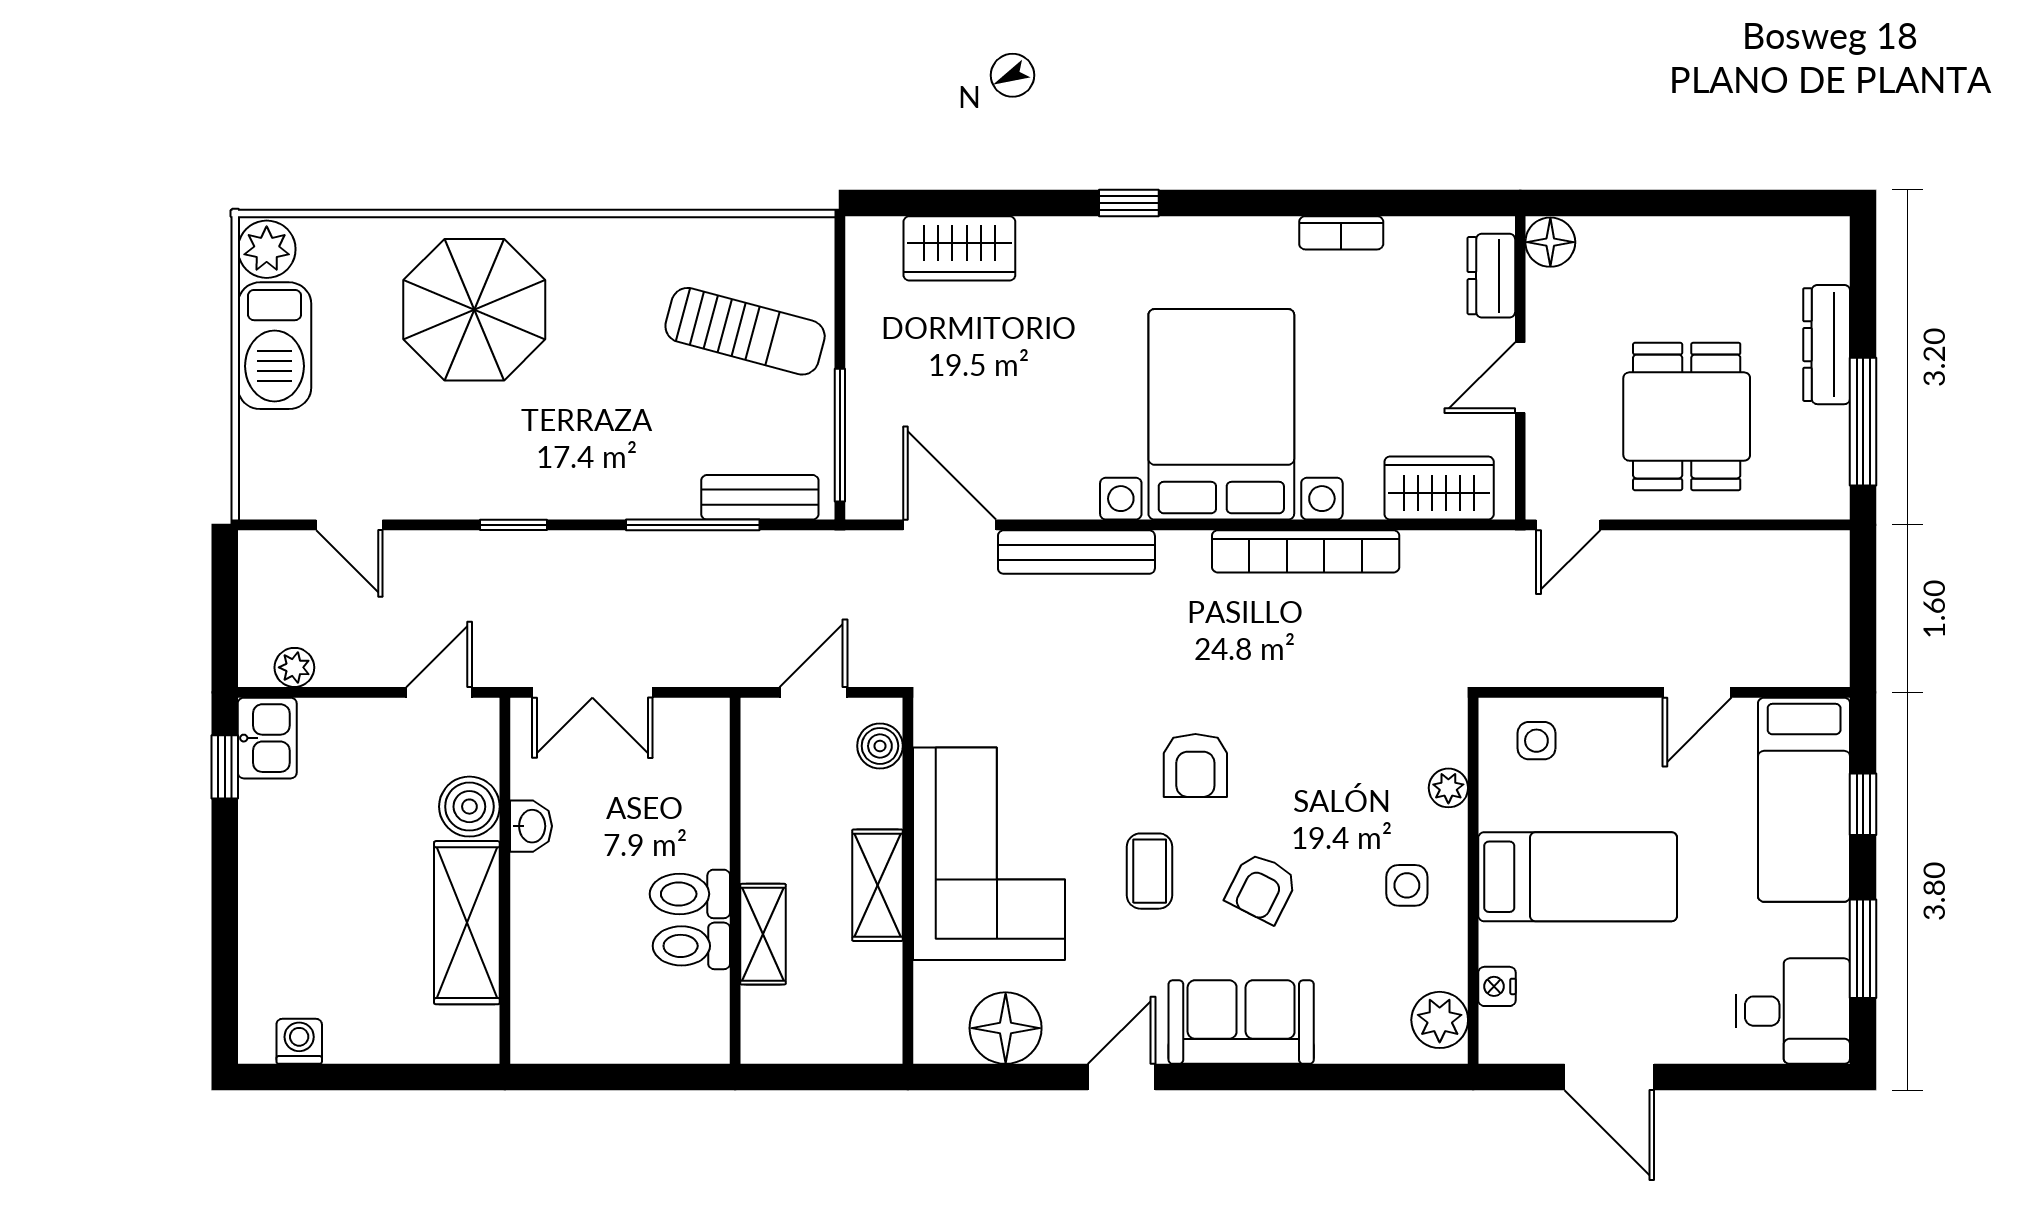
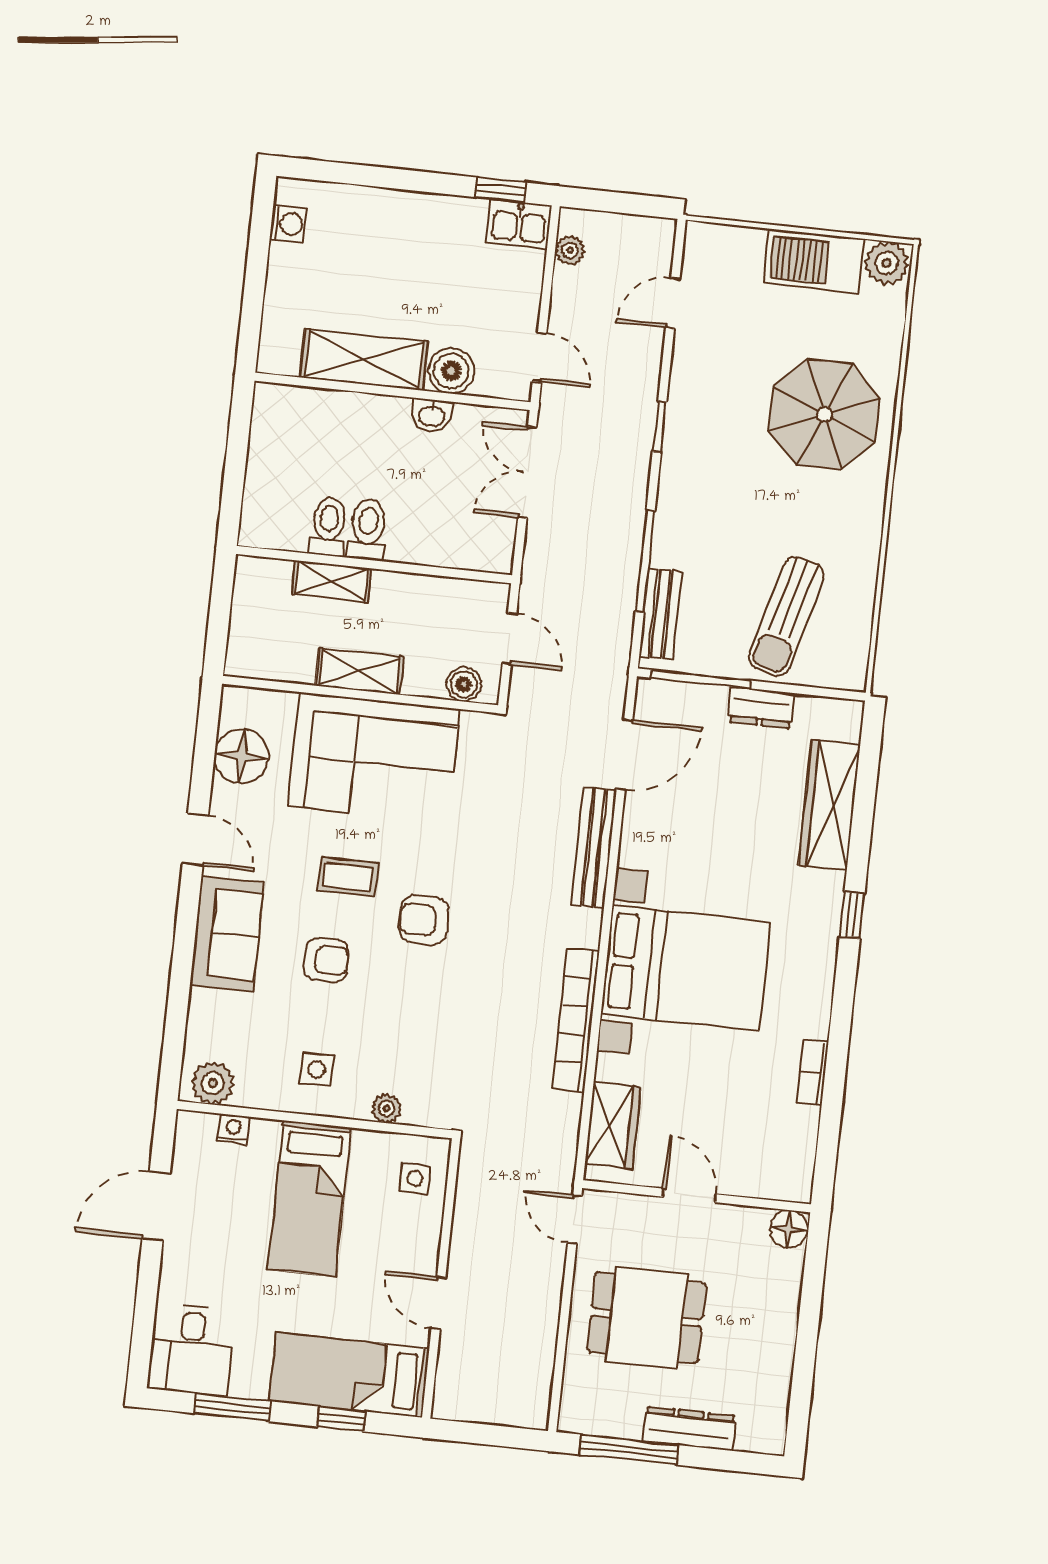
wardrobe: (959, 248) -> (829, 805), width x1.50
dresser: (1491, 276) -> (761, 708), moved, turned 180
armchair: (1262, 888) -> (326, 960), turned 153

